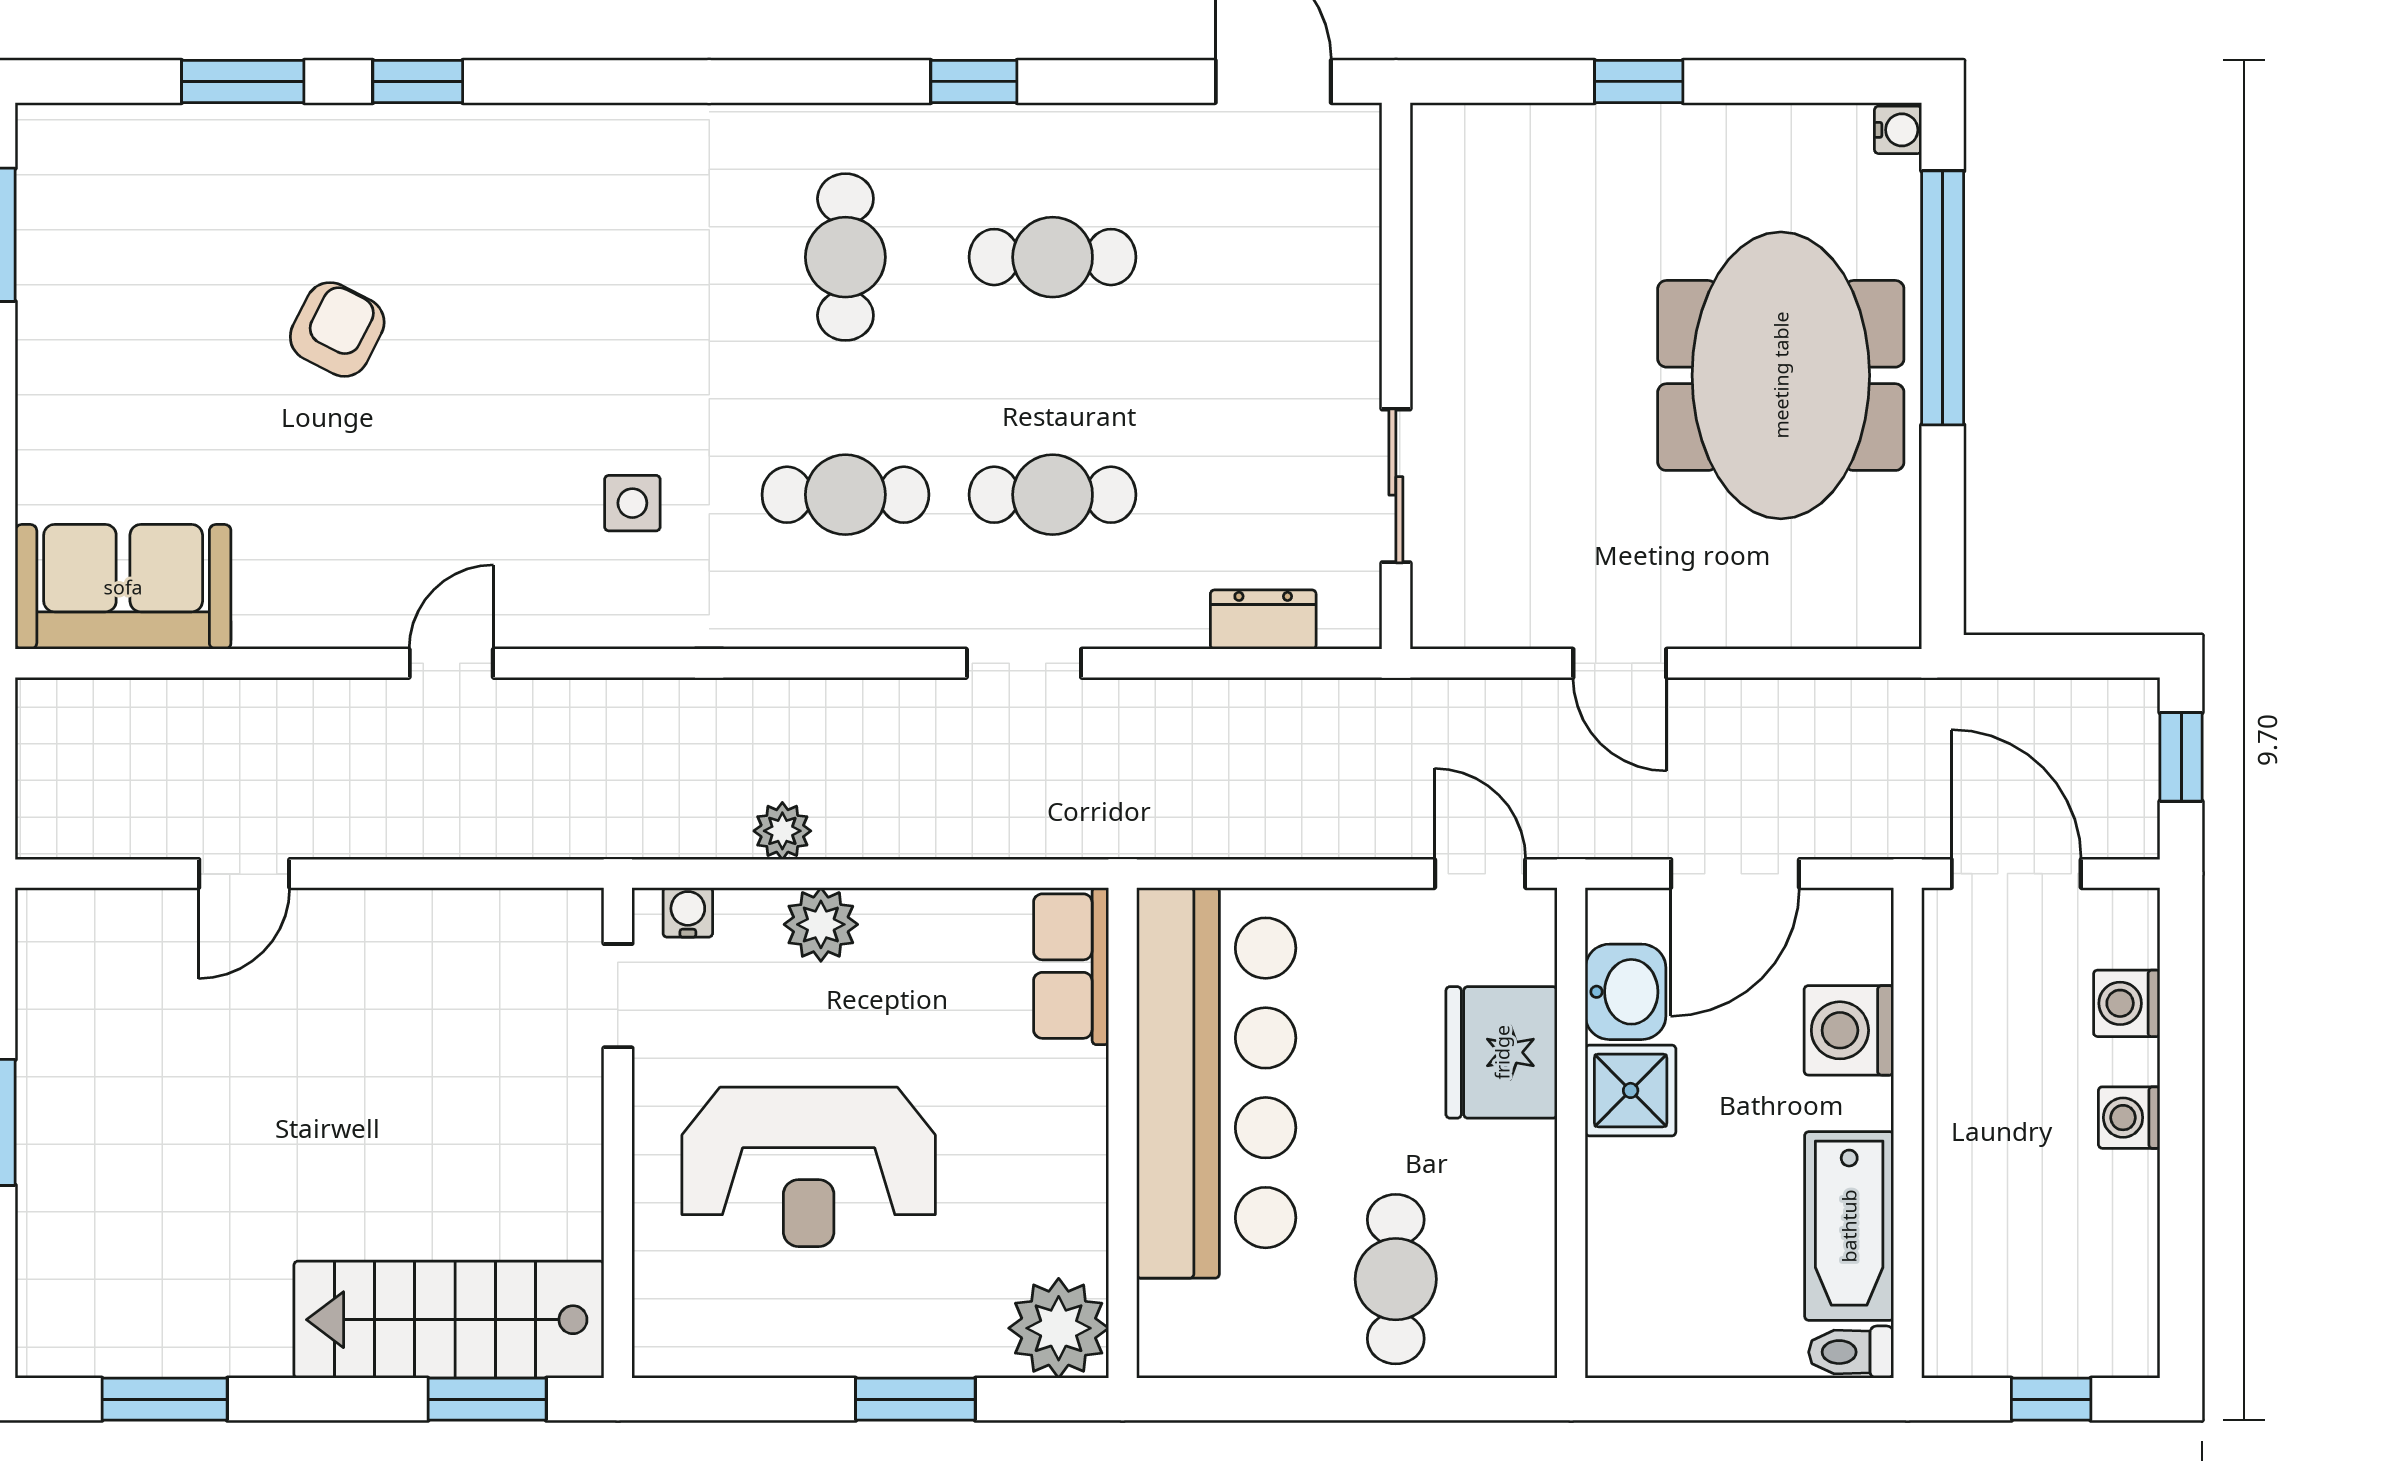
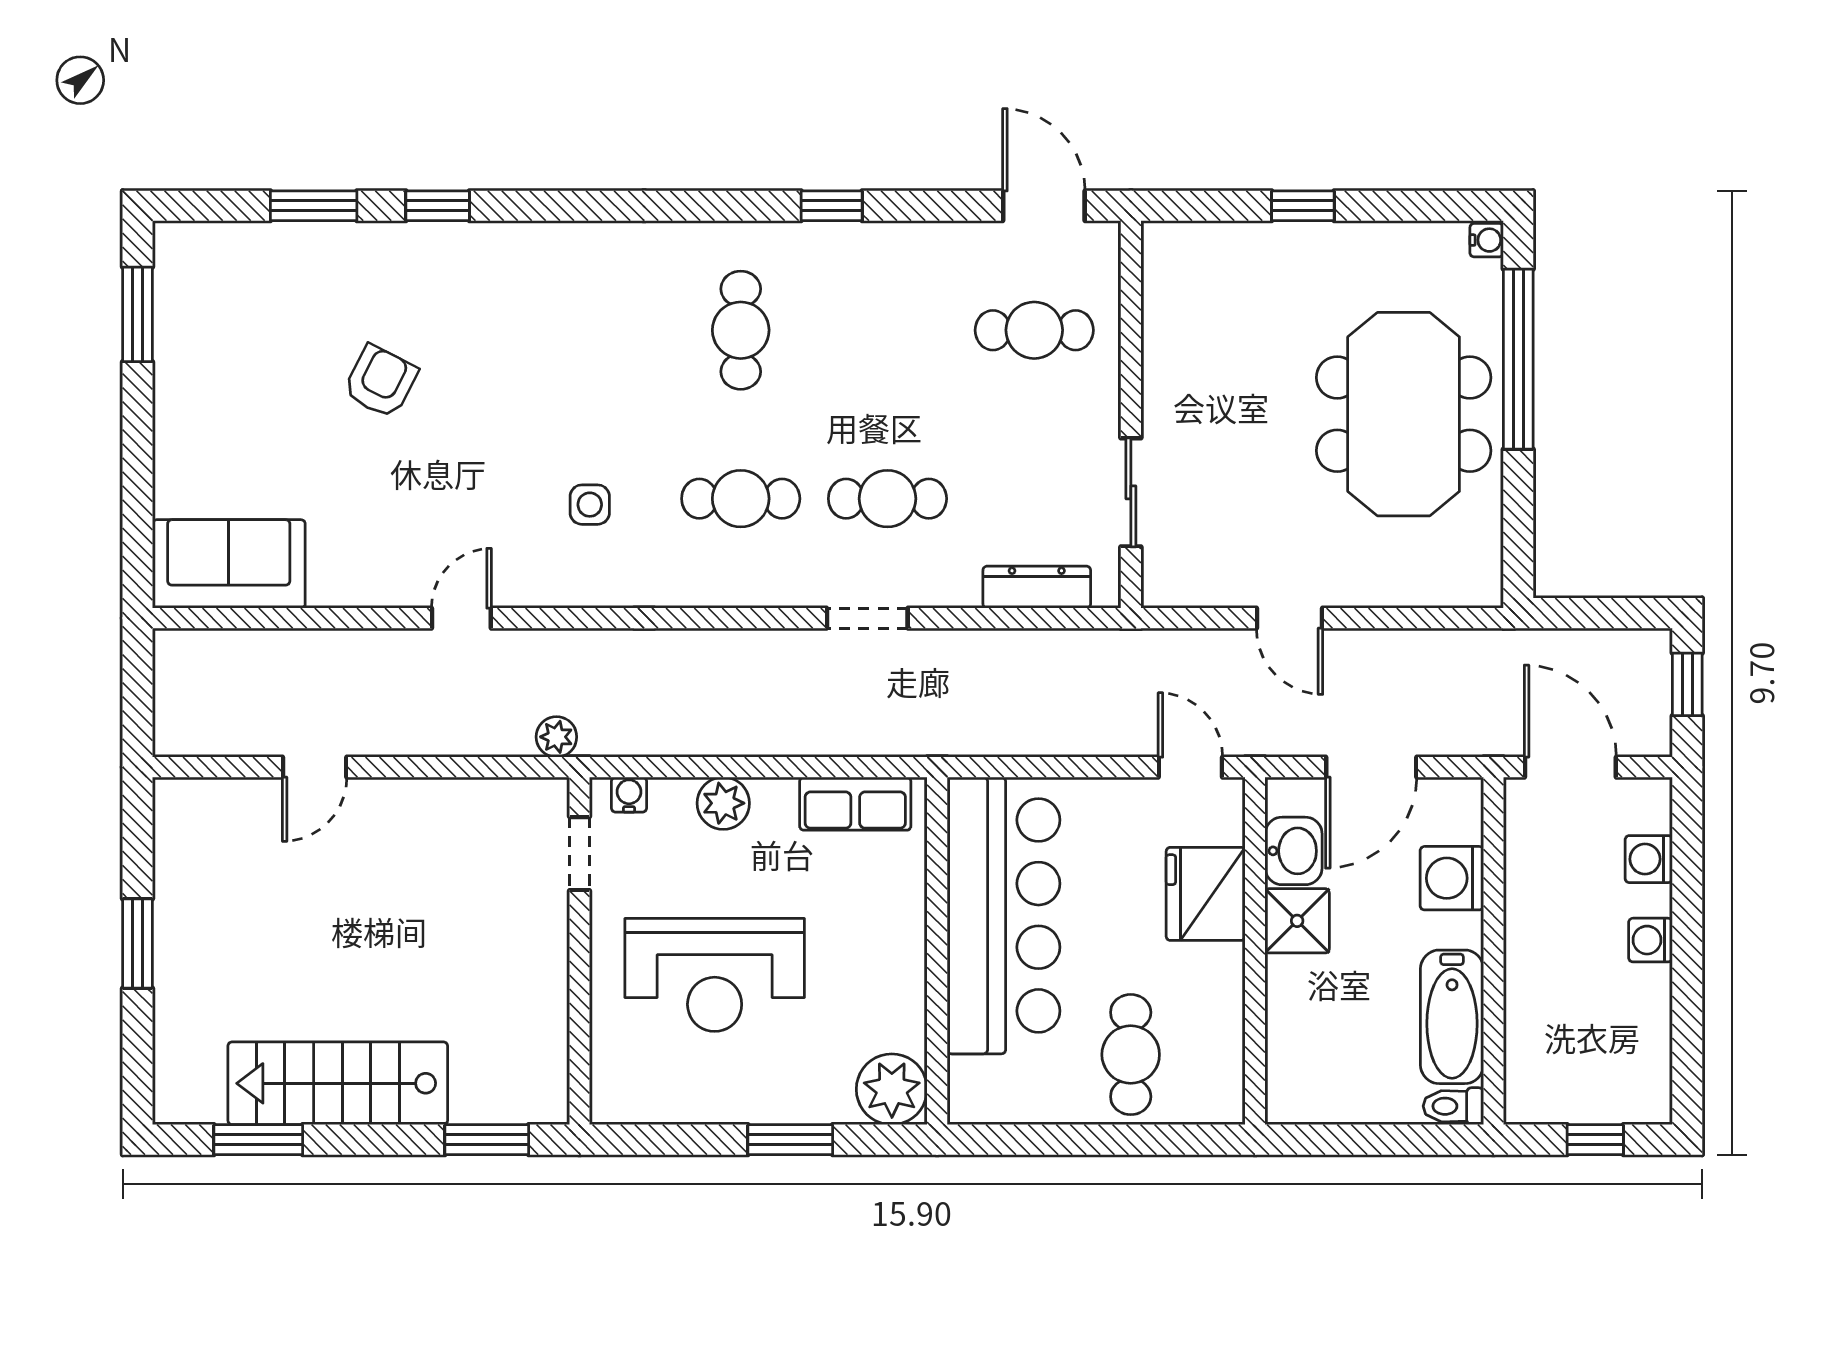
cafe table: (1053, 257) -> (1034, 330), moved
dresser: (1263, 620) -> (1037, 587), width x1.44
plant: (782, 831) -> (556, 737), moved
row of seats: (1071, 966) -> (855, 804), moved, turned -90
stairs: (449, 1320) -> (338, 1083), moved

